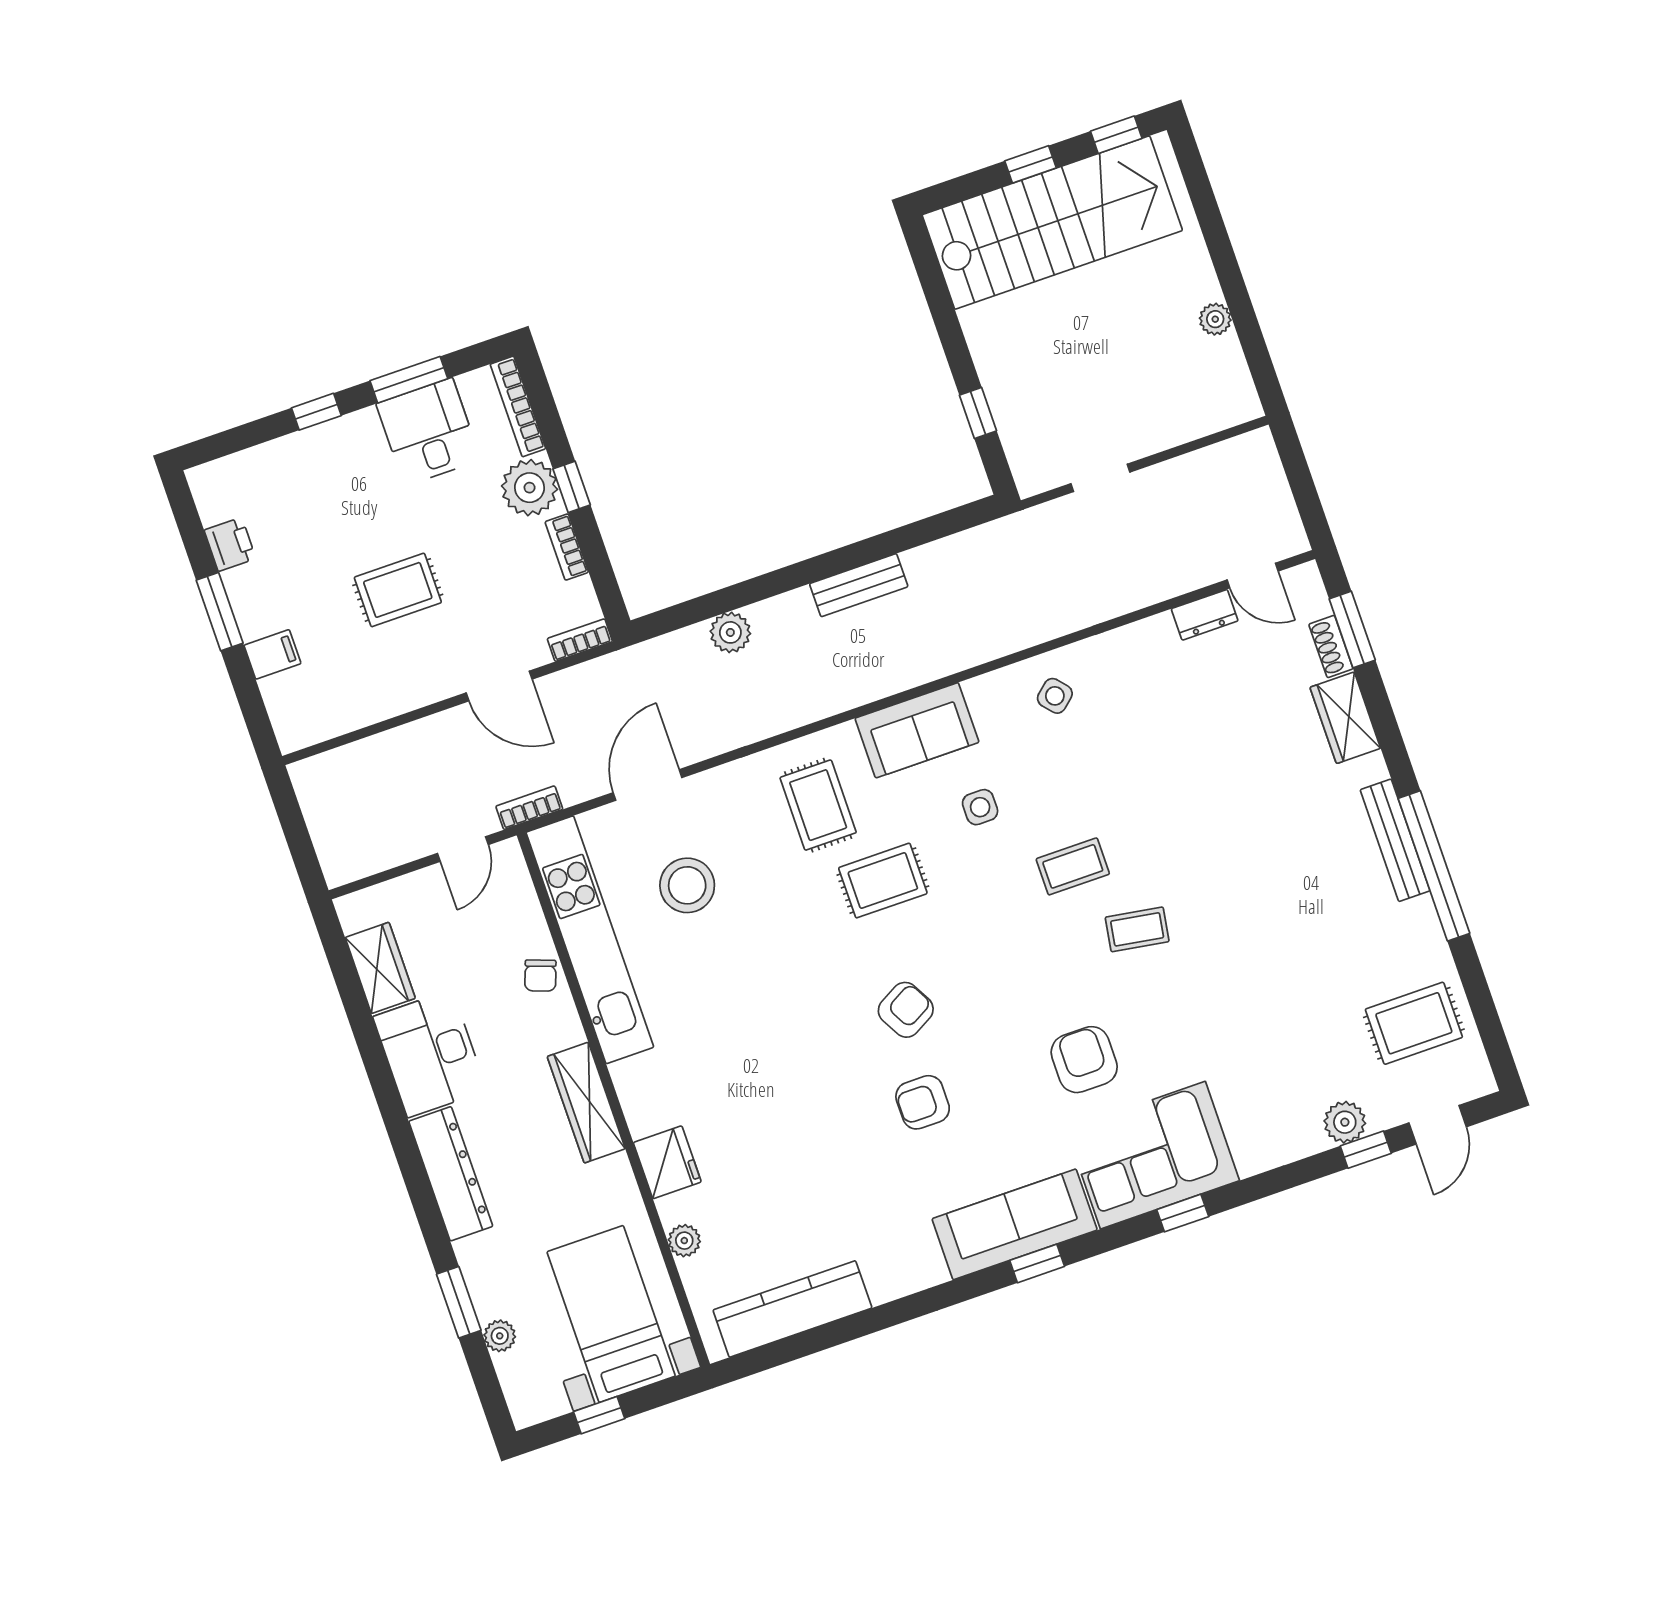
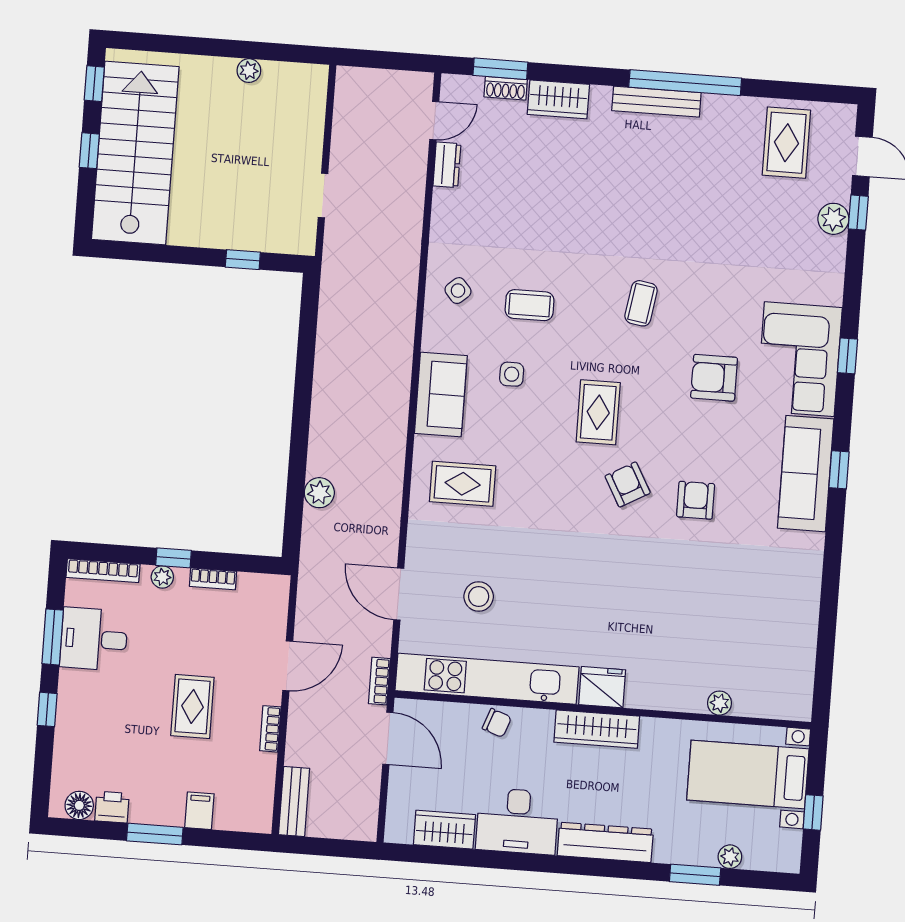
plant: (530, 488) -> (162, 577), width x0.53, depth x0.53
floor lamp: (215, 503) -> (79, 805), added
bench: (859, 585) -> (294, 801), moved
bookcase: (580, 640) -> (270, 729), moved
door: (463, 849) -> (388, 738), width x1.38
coffee table: (1073, 866) -> (530, 305), moved, turned 90
rug: (883, 881) -> (598, 412), moved
stool: (687, 885) -> (479, 596), width x0.73, depth x0.73
armchair: (923, 1102) -> (696, 500), turned 180
fridge: (667, 1162) -> (602, 687), moved
kitchen counter: (792, 1309) -> (798, 650), removed

